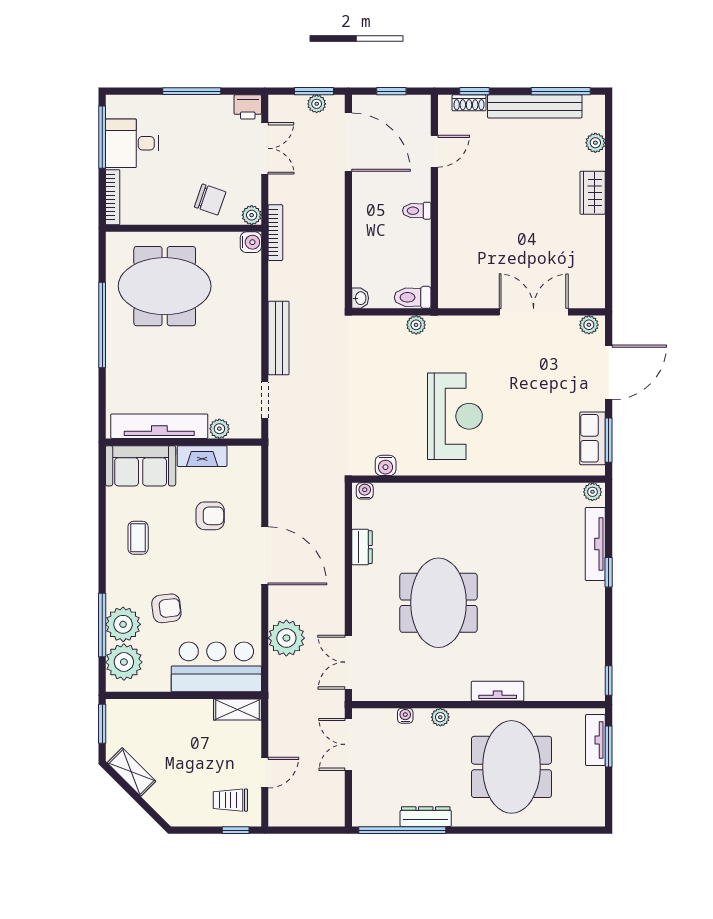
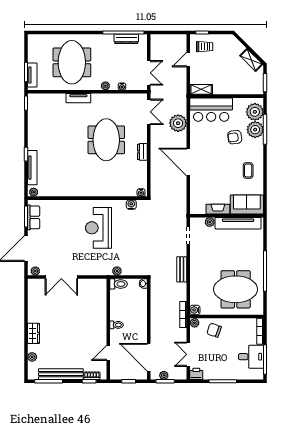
bench: (279, 338) -> (182, 269), width x0.73
armchair: (210, 516) -> (214, 181), removed
dresser: (362, 547) -> (142, 152), moved
dresser: (426, 817) -> (126, 39), moved

